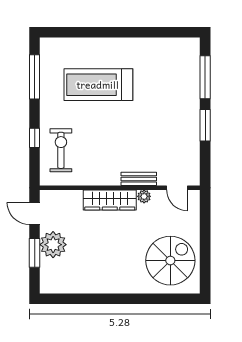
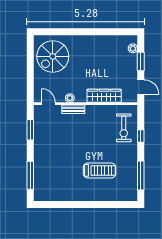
treadmill: (98, 85) -> (99, 170), width x0.73, depth x0.73
window: (205, 125) -> (30, 130), moved
wardrobe: (110, 200) -> (104, 96), moved
plant: (53, 245) -> (133, 48), moved, width x0.53, depth x0.53

